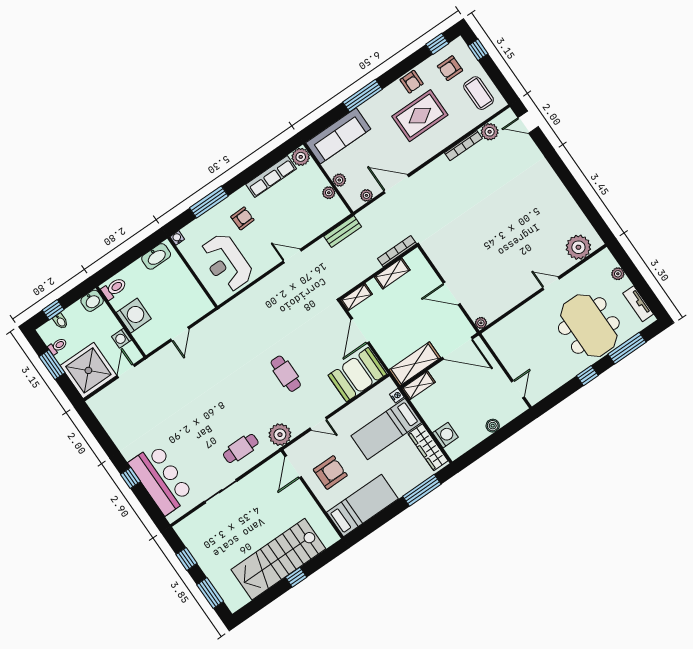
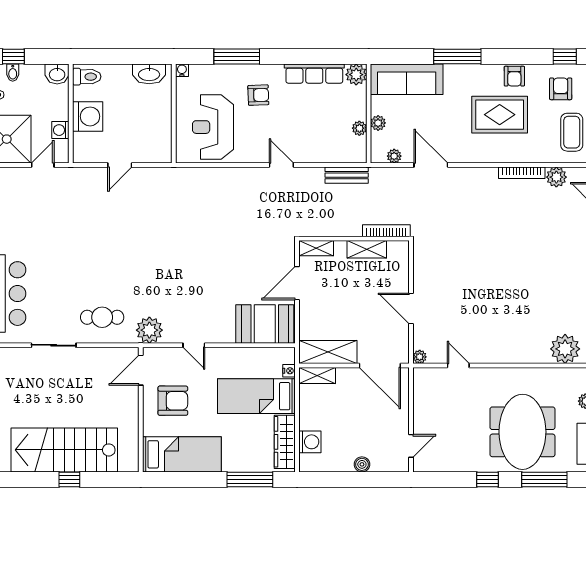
armchair: (450, 68) -> (561, 89), turned 90
door: (551, 283) -> (458, 365), moved
cafe table: (286, 374) -> (196, 275), removed

